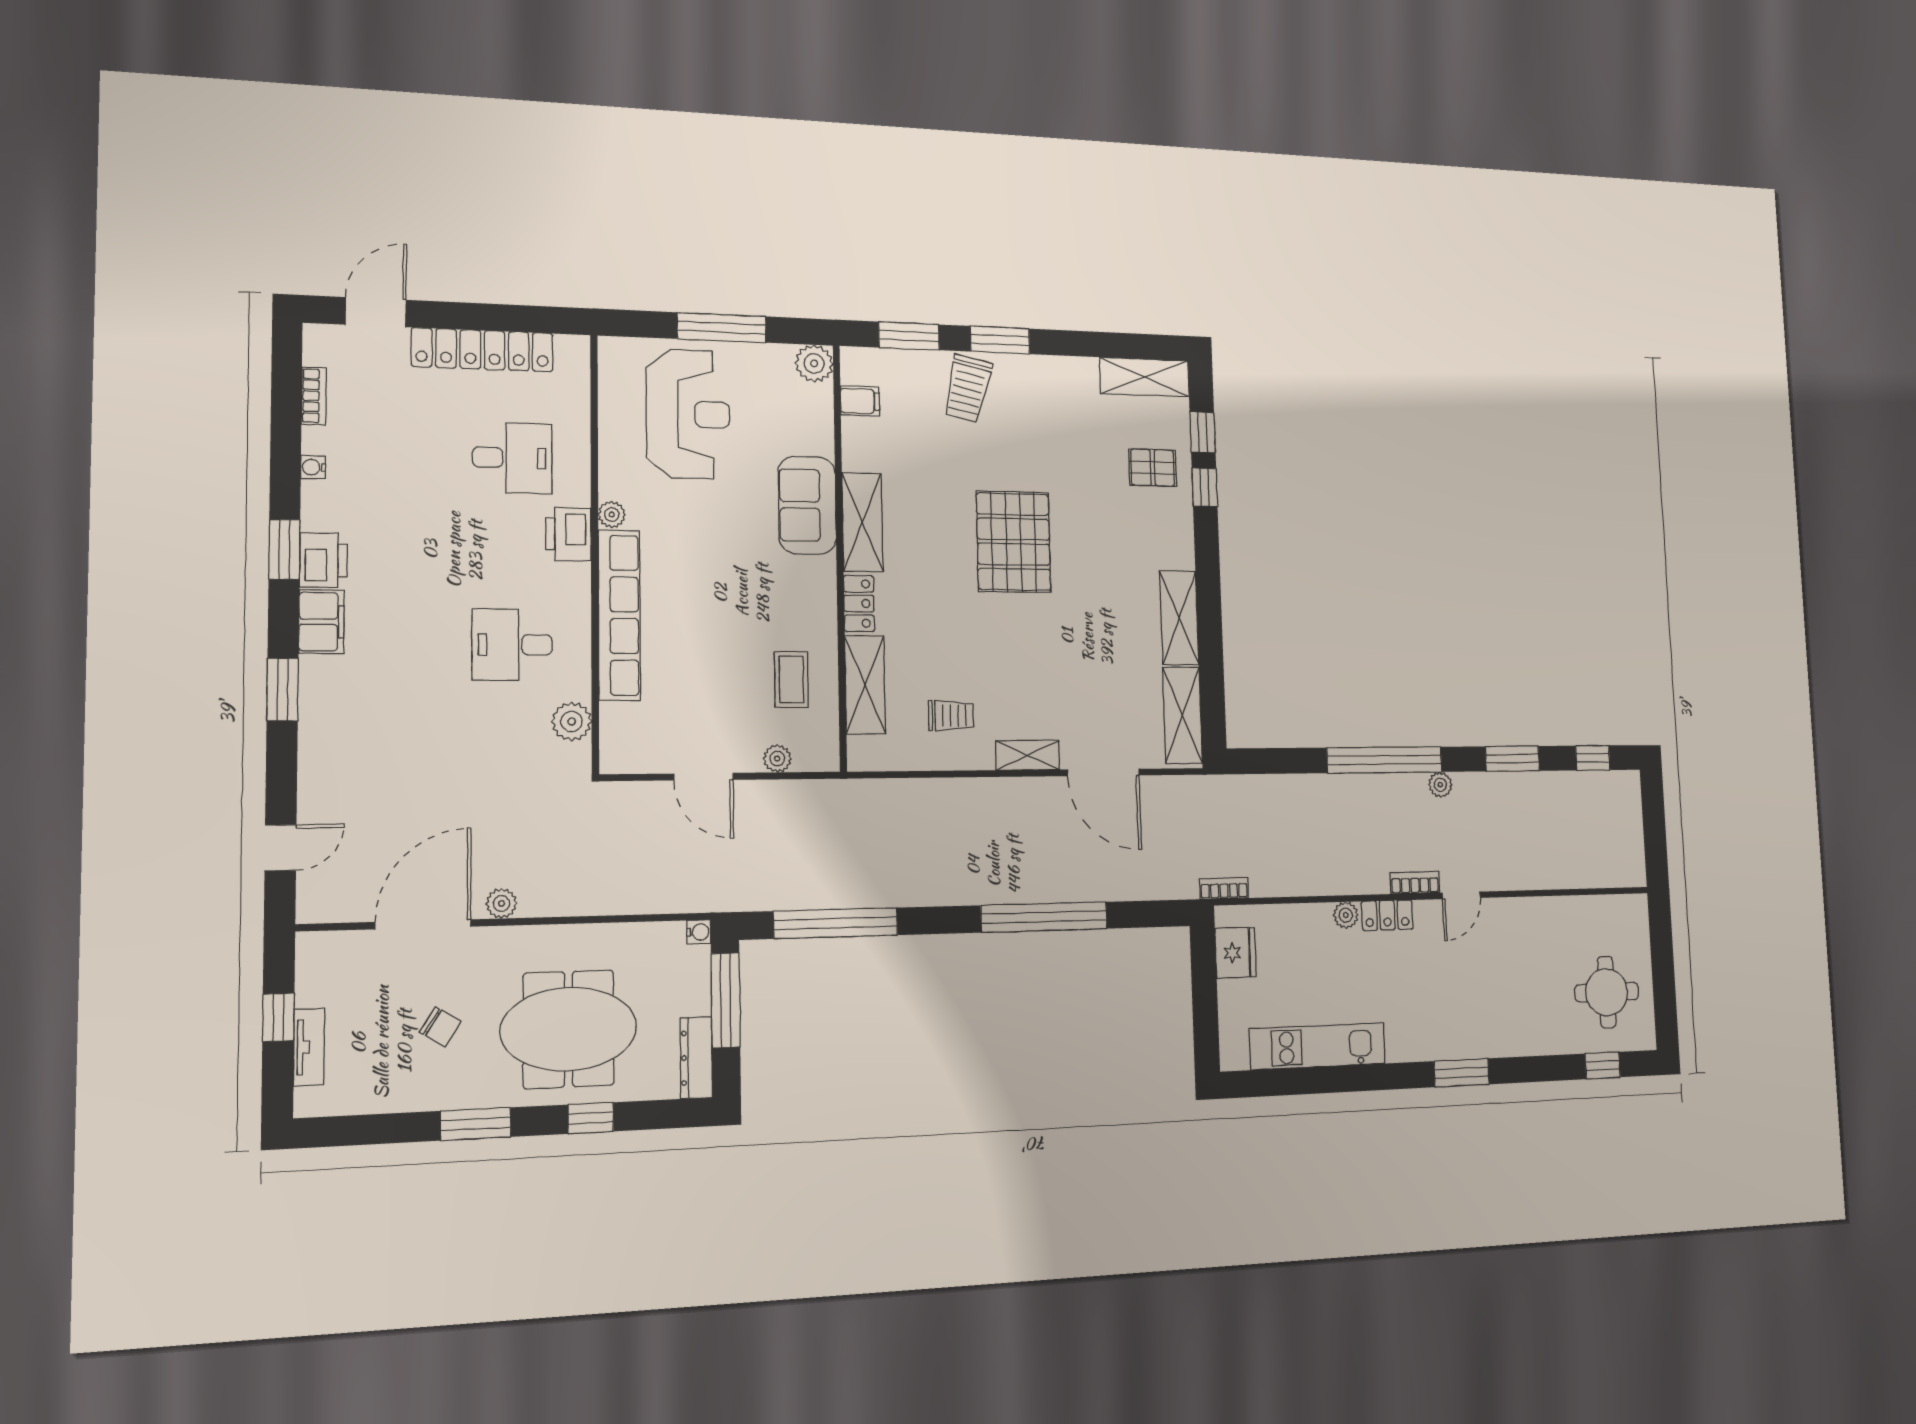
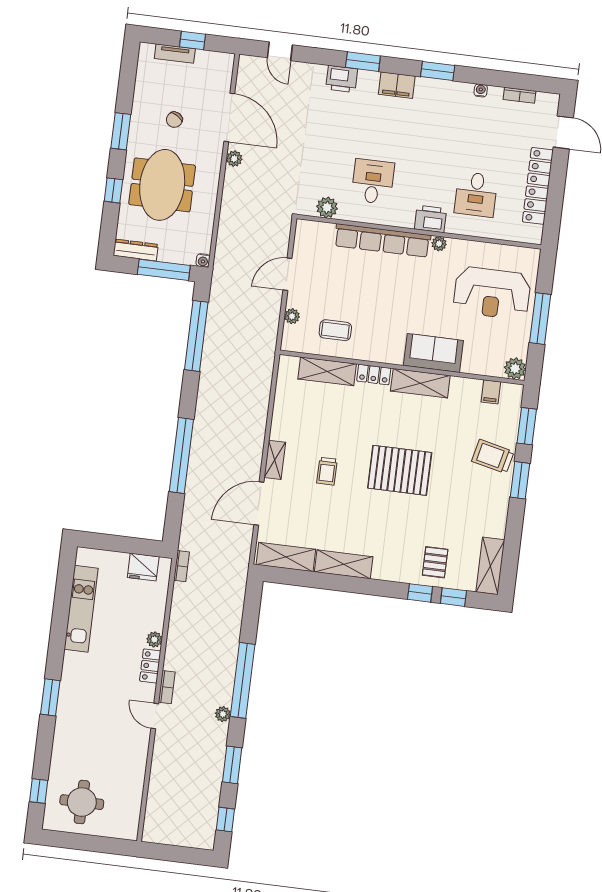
printer: (324, 560) -> (342, 79), moved
trolley: (951, 716) -> (327, 471), moved

